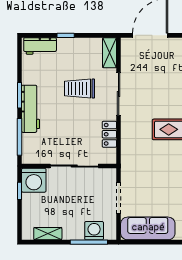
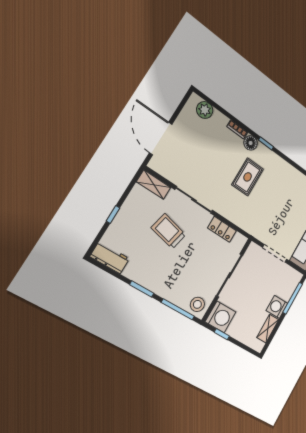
workbench: (40, 46) -> (110, 258), moved, turned -90
trolley: (80, 89) -> (169, 231), turned 103
workbench: (31, 109) -> (160, 286), removed
stool: (33, 152) -> (197, 304), added
washing machine: (94, 231) -> (277, 307), moved

